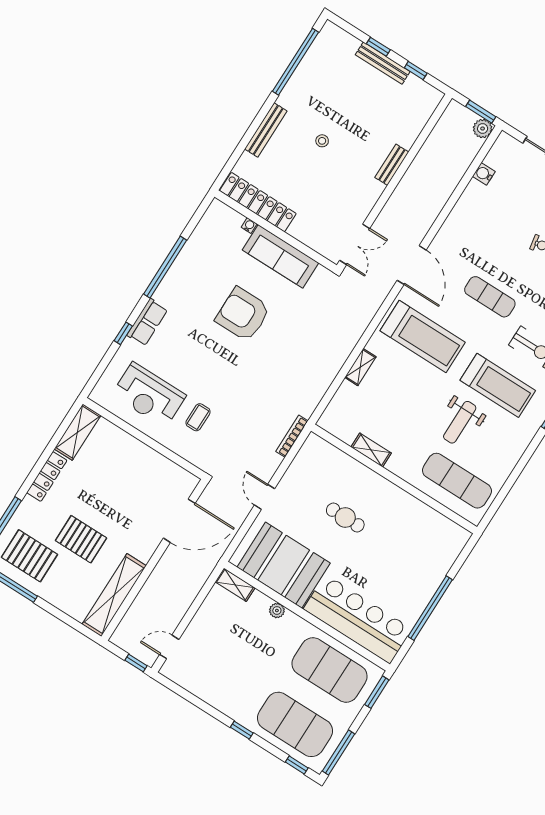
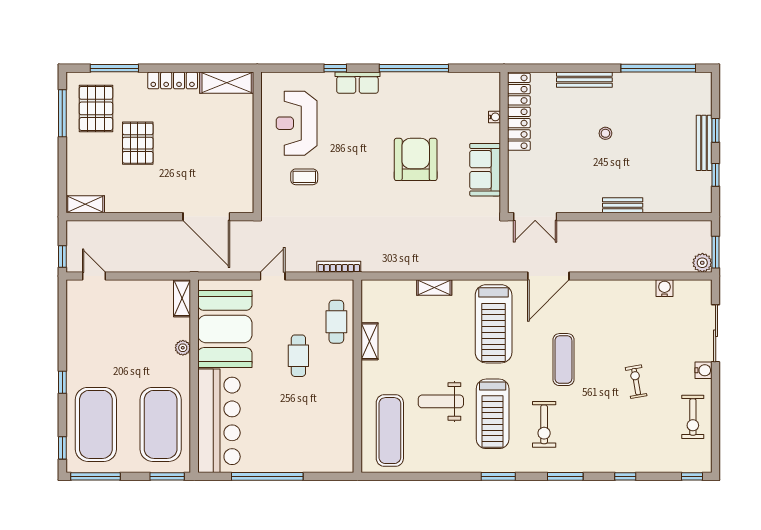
sofa: (280, 256) -> (485, 170), width x0.73
cafe table: (337, 468) -> (336, 322), added
shelving: (114, 595) -> (85, 204), width x0.45, depth x0.75

